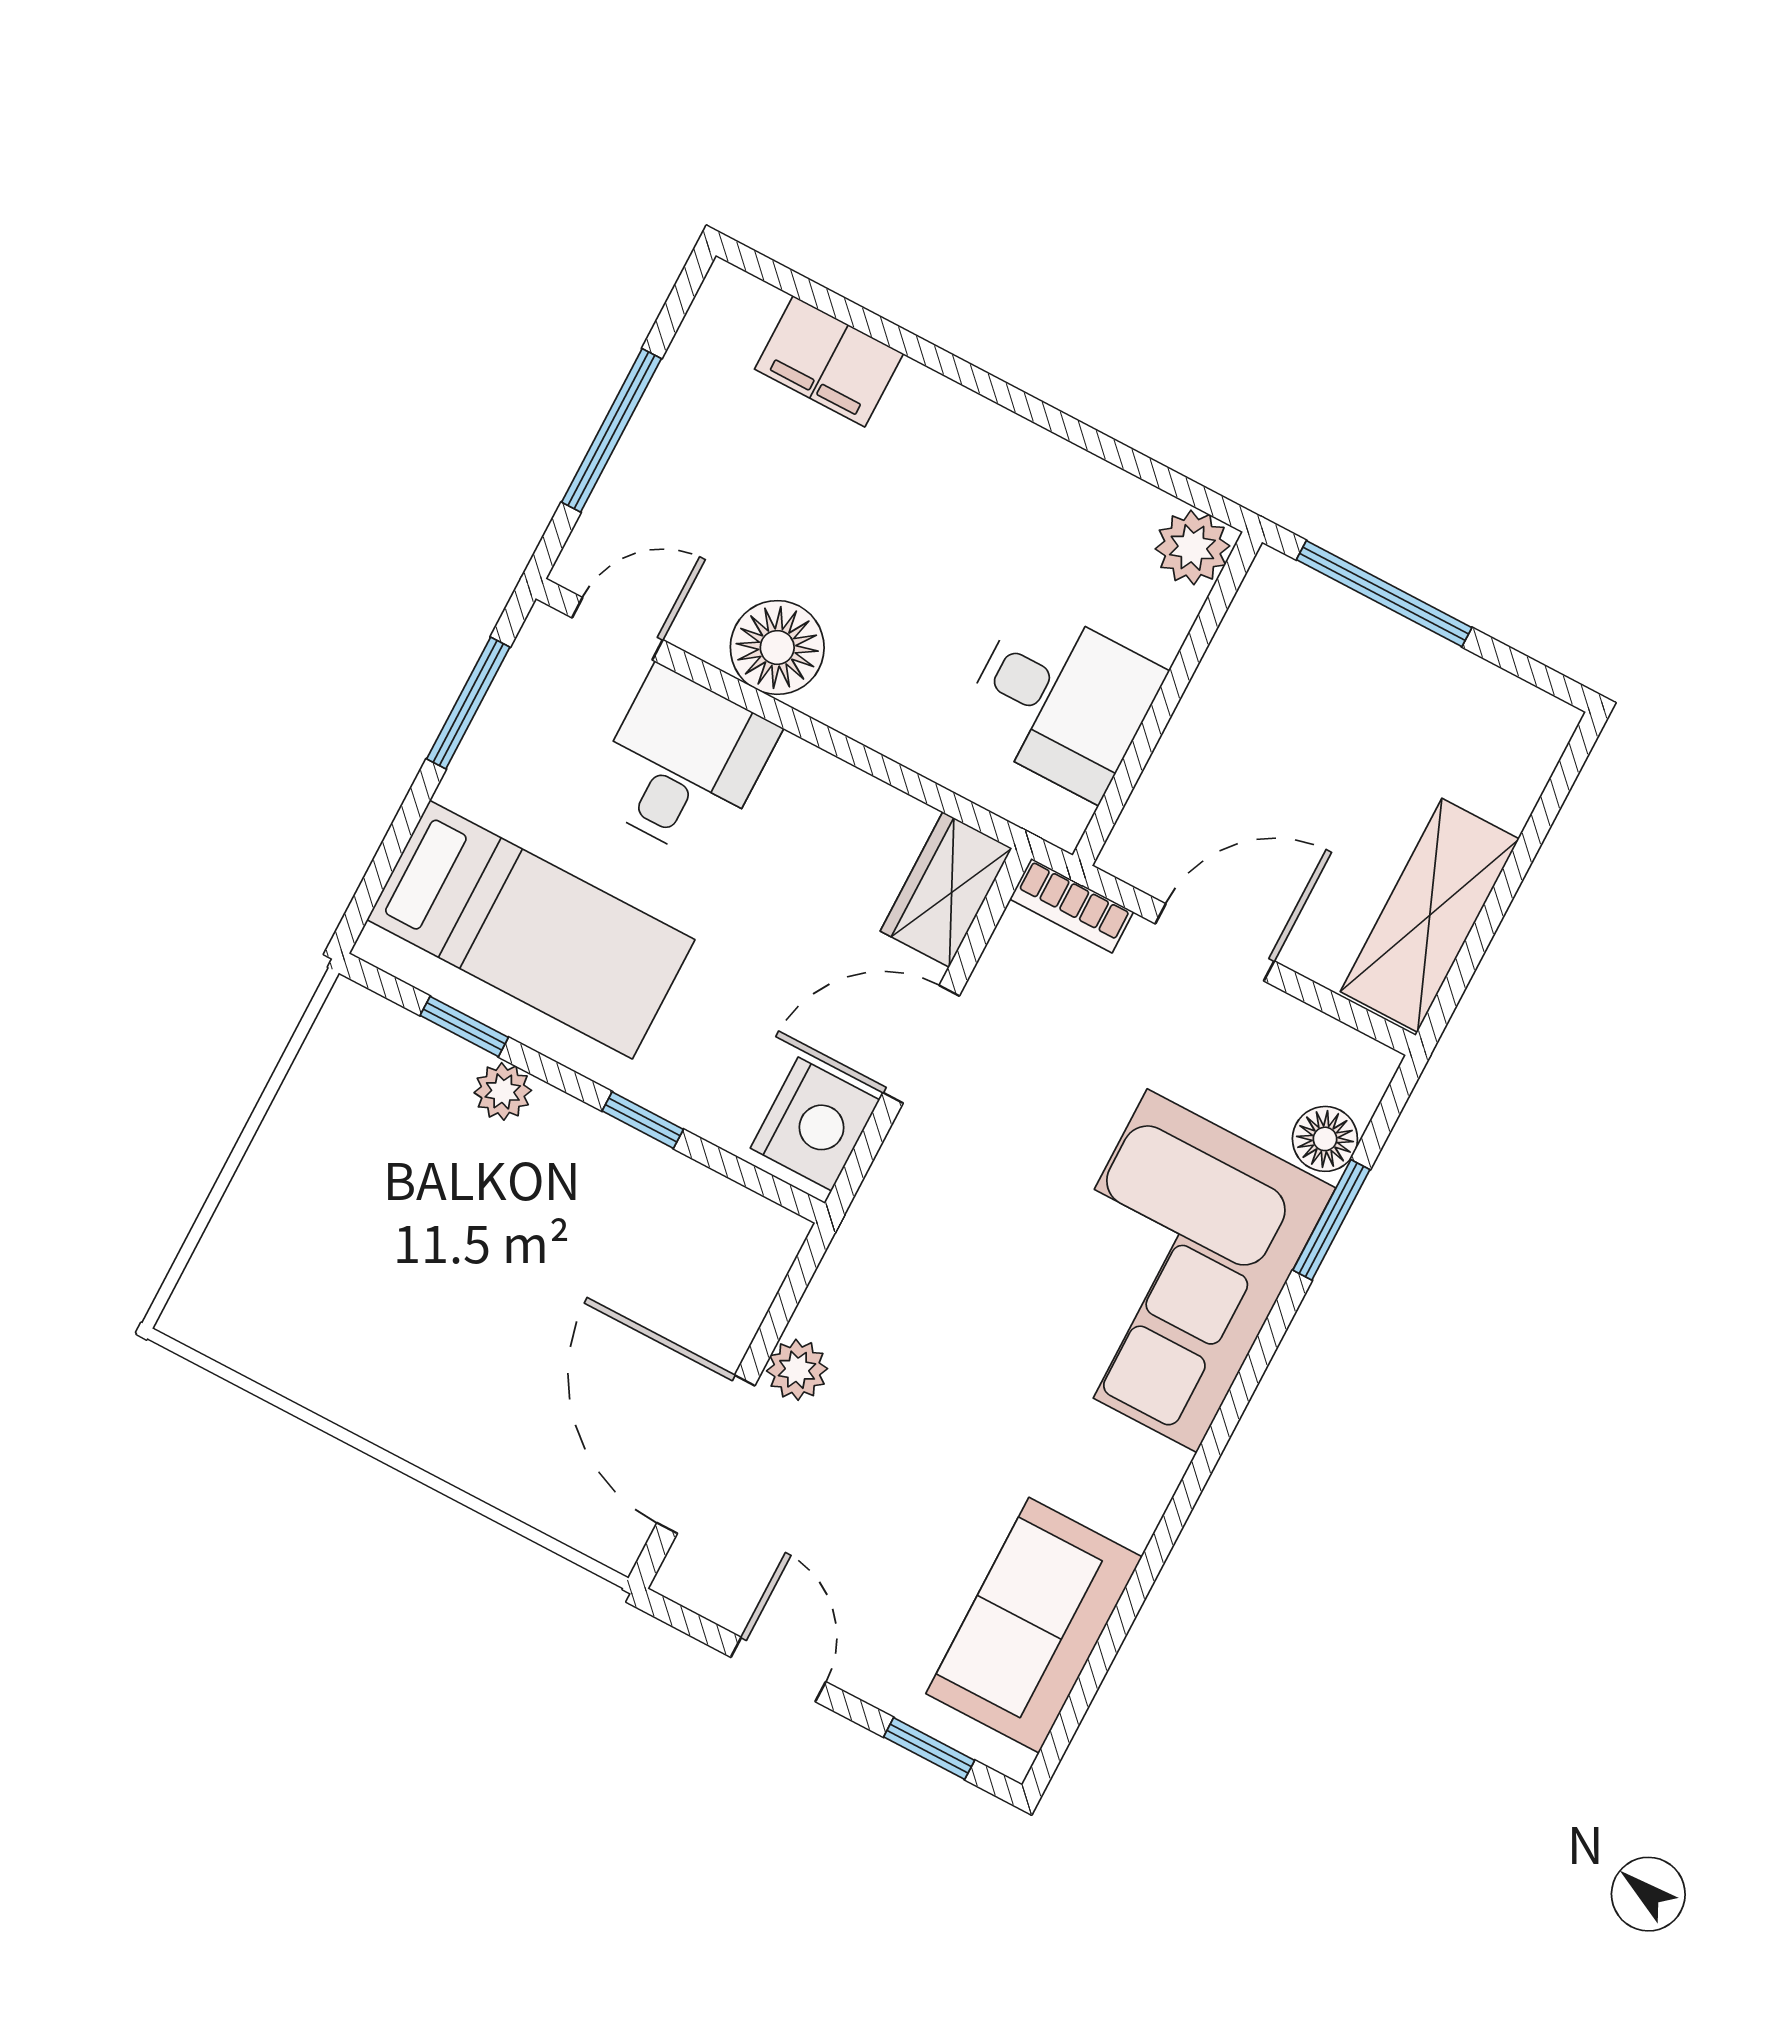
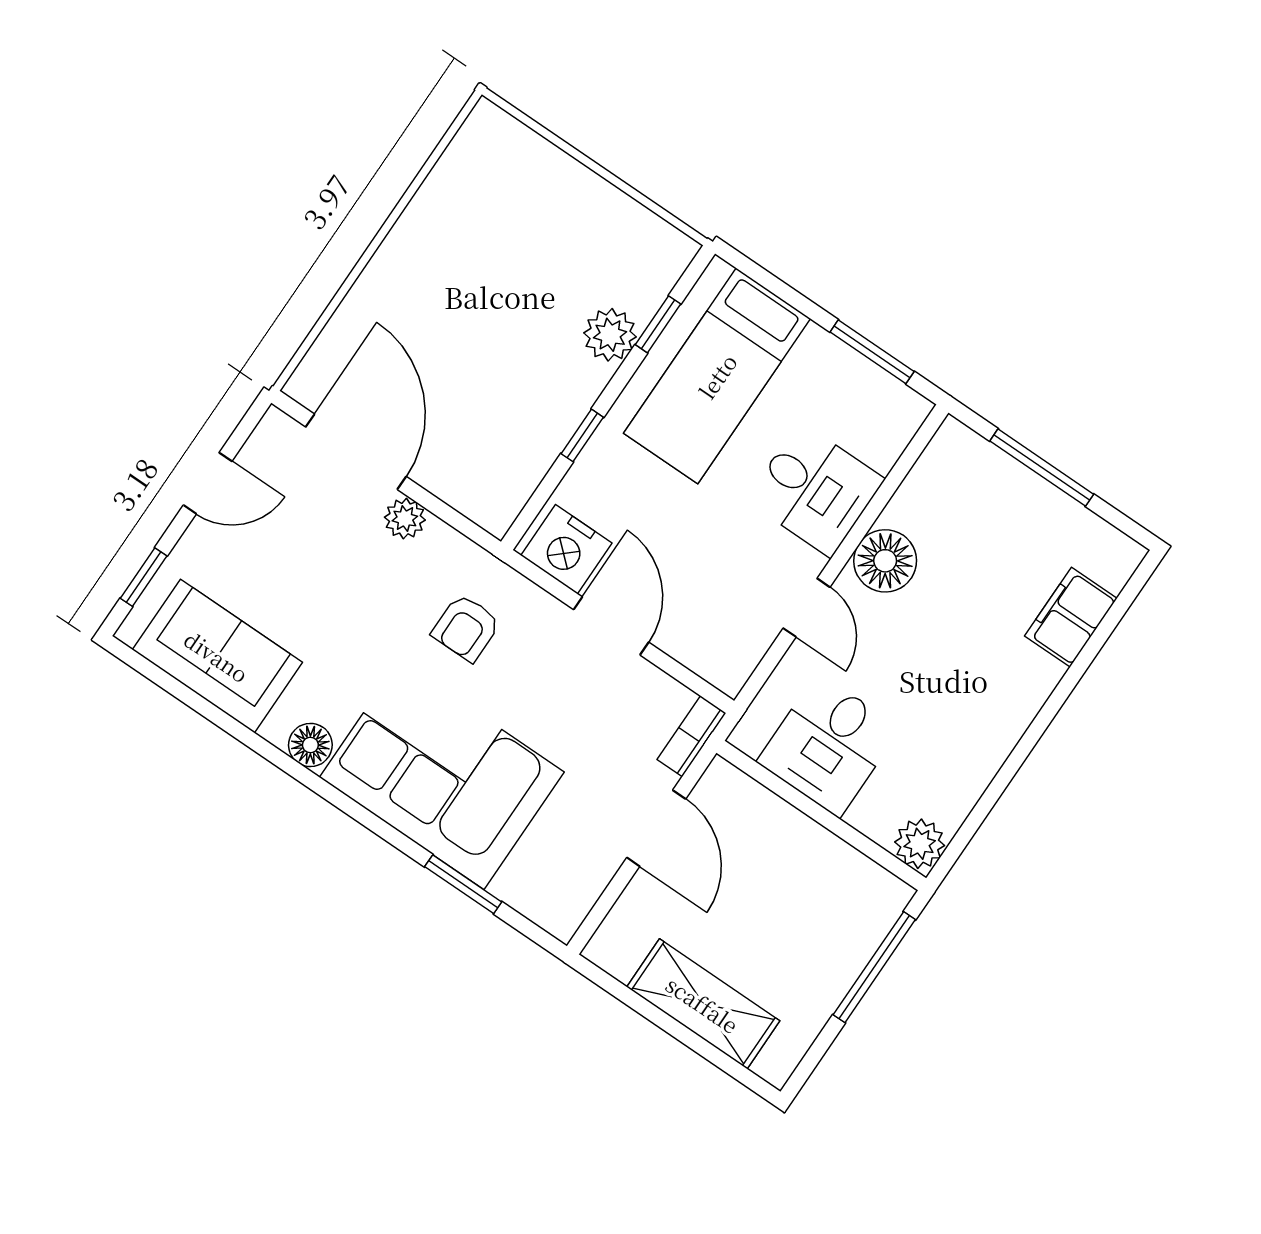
door: (617, 629) -> (807, 608), moved
wardrobe: (946, 890) -> (712, 654), removed
shelving: (1430, 915) -> (703, 1004), moved
plant: (503, 1091) -> (610, 335), width x1.38, depth x1.38
floor lamp: (1325, 1139) -> (310, 745), moved
armchair: (949, 1260) -> (466, 628), added
door: (706, 1454) -> (356, 452), hinge flipped

